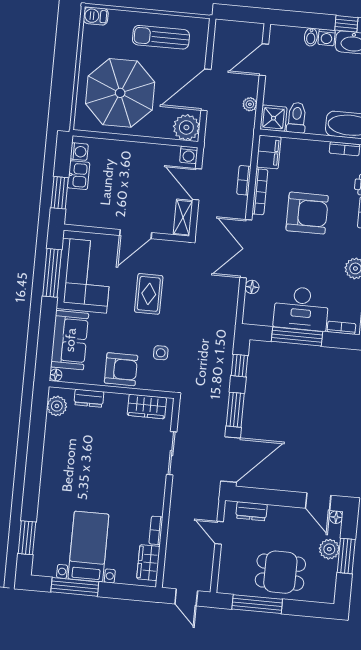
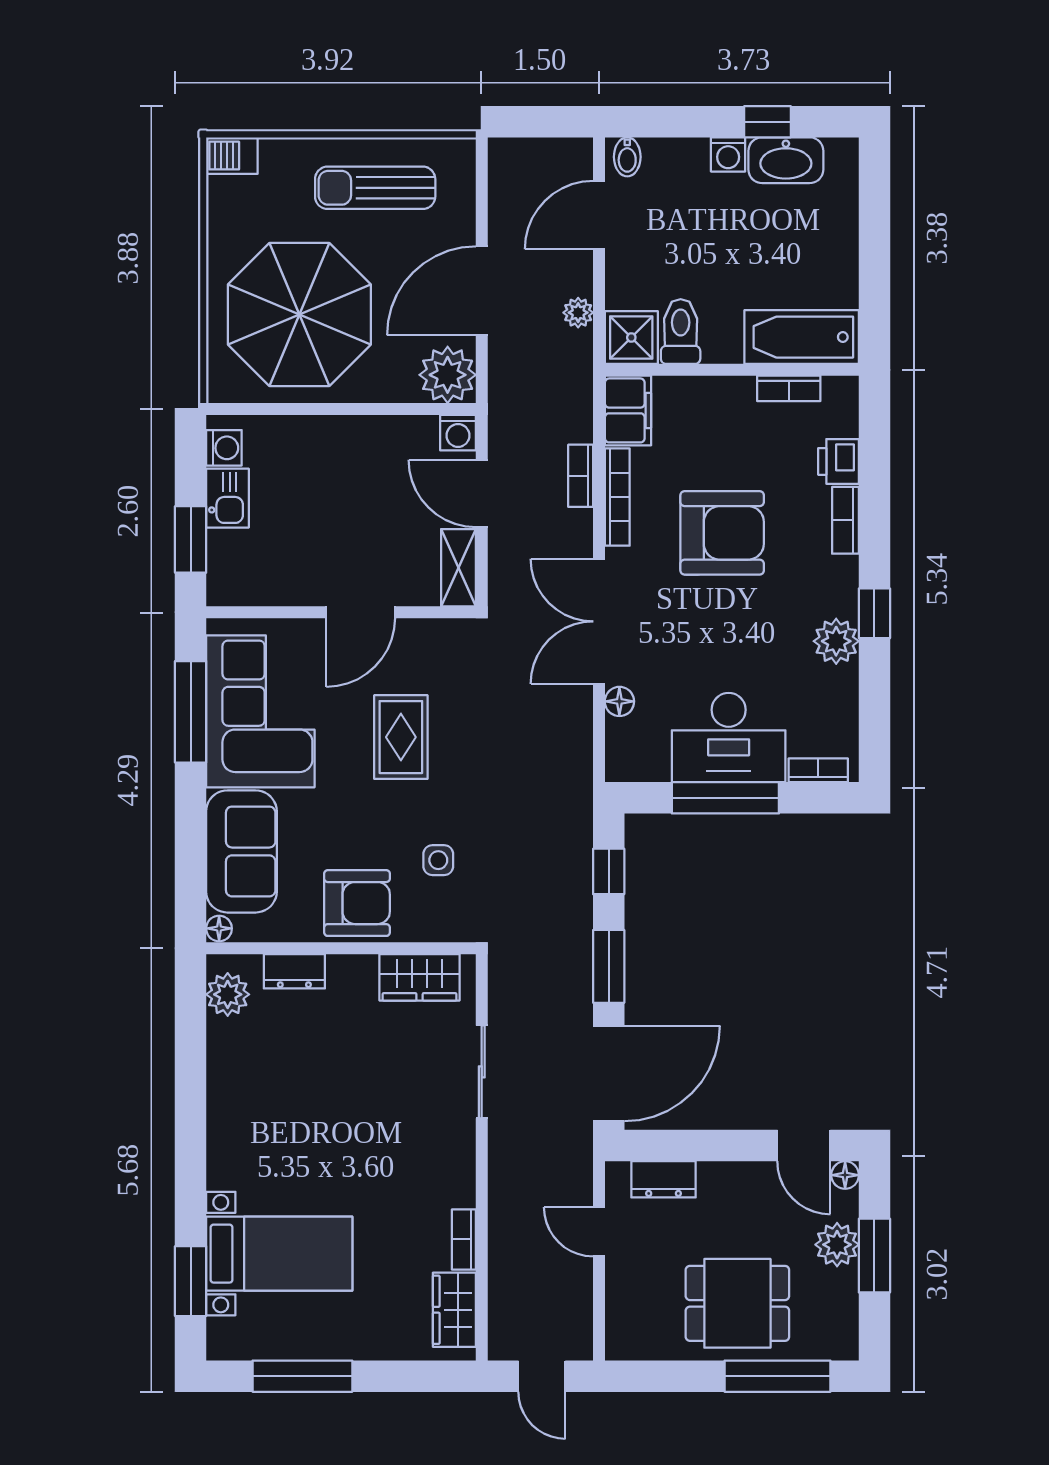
bidet: (311, 37) -> (627, 157), moved
bed with nightstands: (88, 547) -> (279, 1254), moved, turned 90
window: (257, 604) -> (777, 1376), moved

